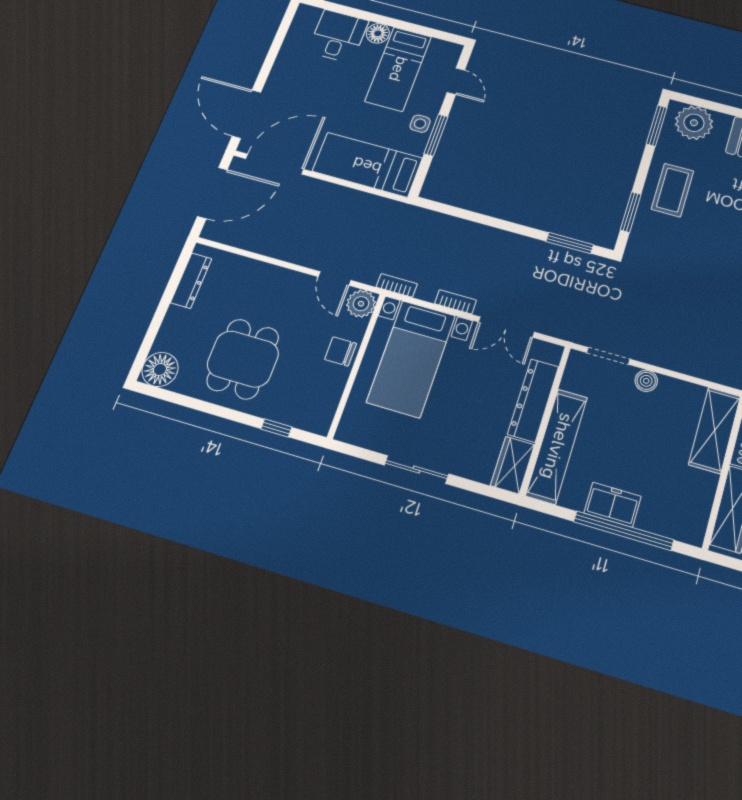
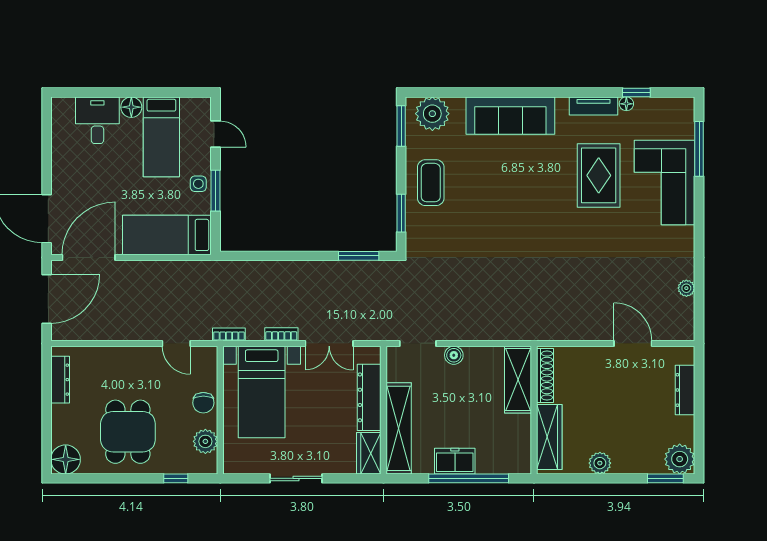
plant: (361, 304) -> (205, 441), moved
chair: (341, 351) -> (203, 403), turned -90

